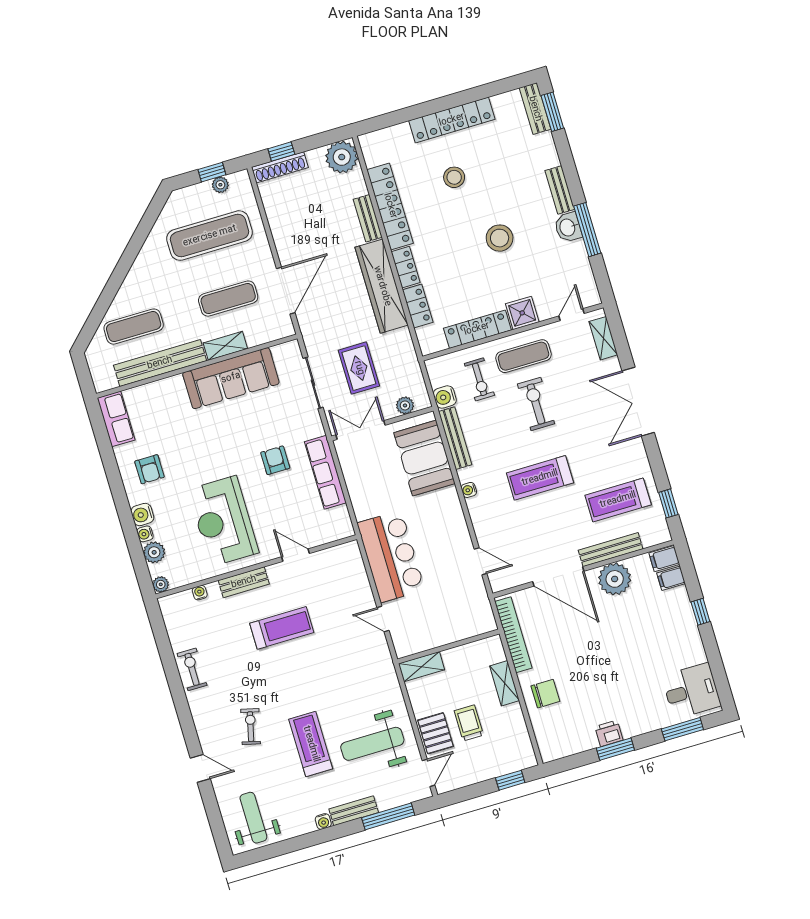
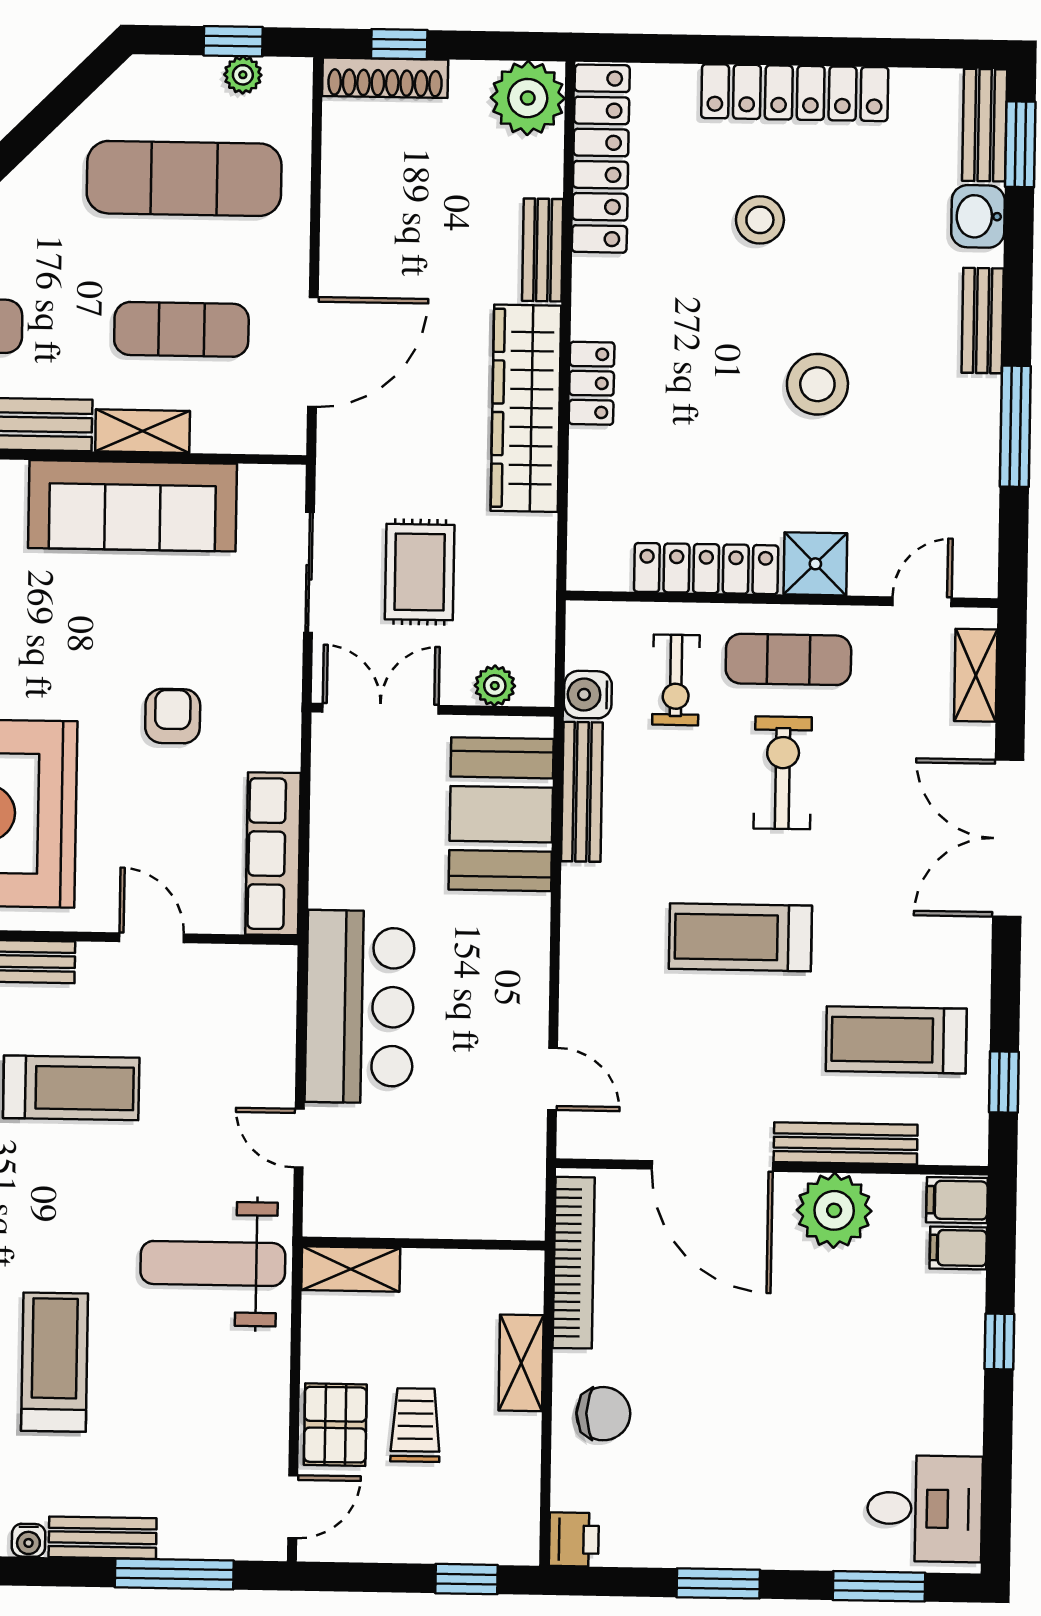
locker: (390, 206) -> (601, 159), moved
washbasin: (568, 227) -> (978, 216), moved
locker: (418, 306) -> (591, 477), removed
row of seats: (325, 472) -> (273, 854), moved
water cooler: (469, 490) -> (576, 915), removed
printer: (609, 733) -> (574, 1539), moved, turned 90
weight bench: (372, 744) -> (213, 1263), moved

